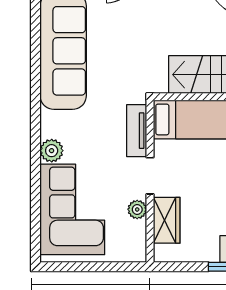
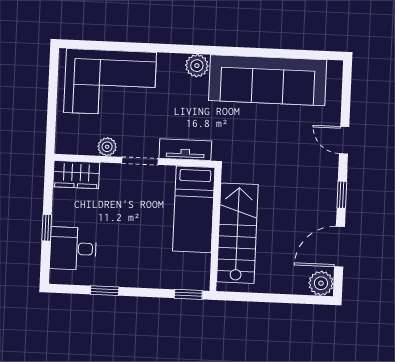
plant: (52, 151) -> (197, 66), moved
wardrobe: (167, 220) -> (76, 175), moved

